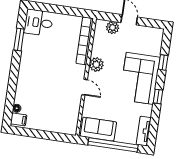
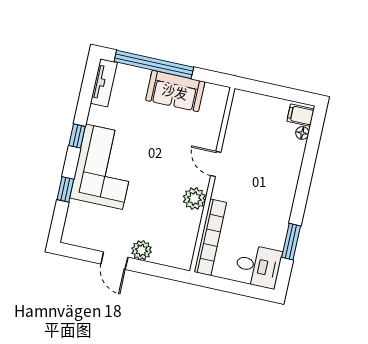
bookcase: (85, 41) -> (210, 237), moved
plant: (96, 64) -> (194, 199), moved
wall: (86, 77) -> (212, 180), moved
door: (84, 87) -> (216, 164), moved

